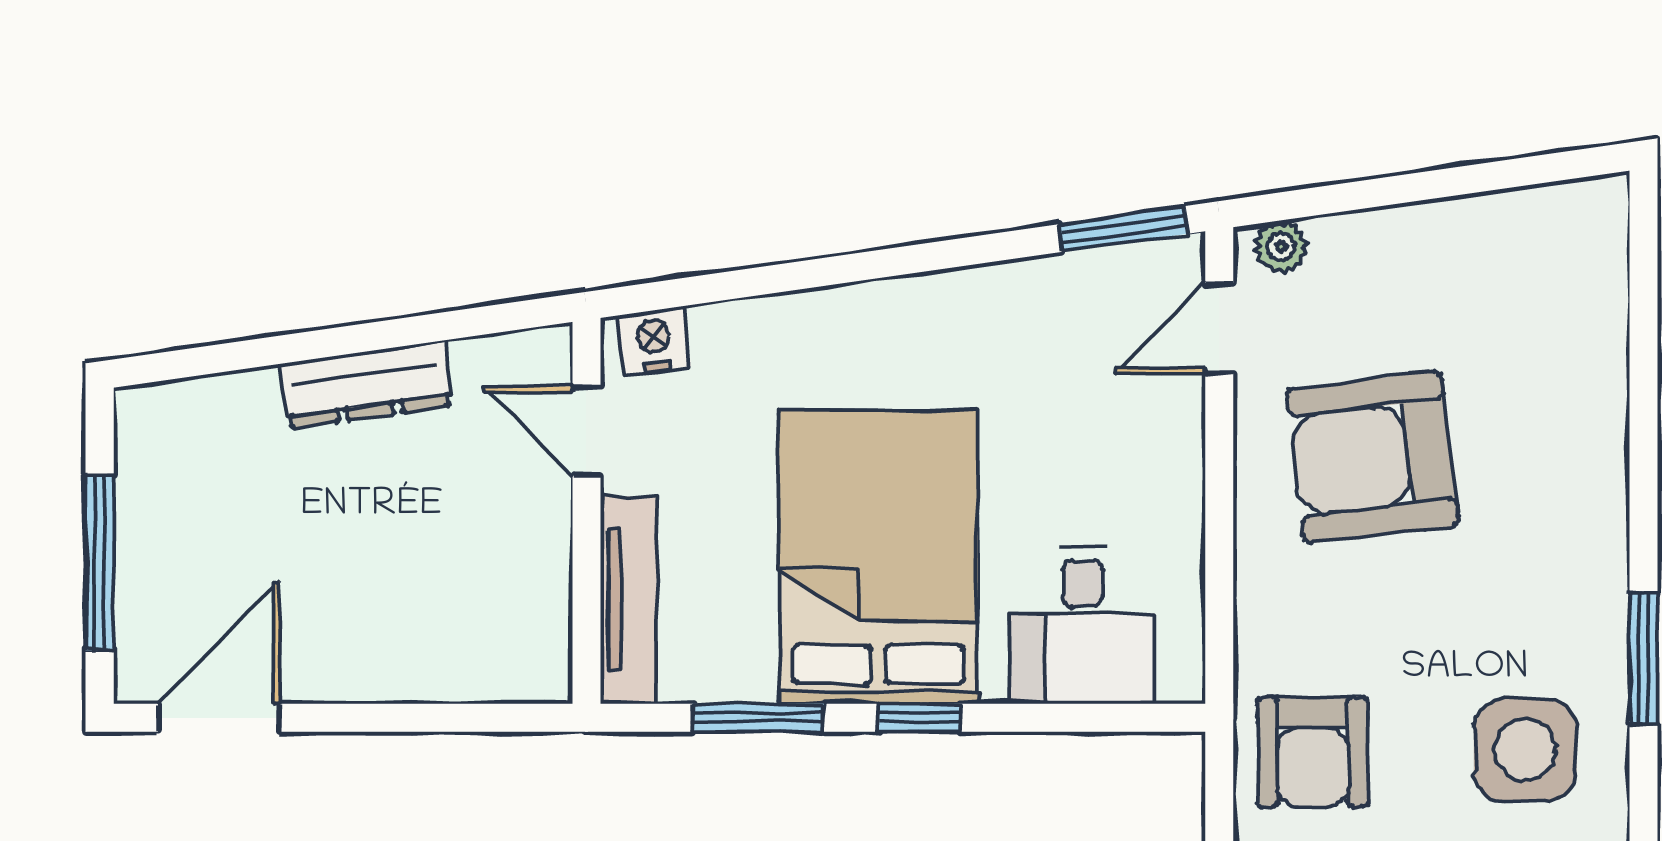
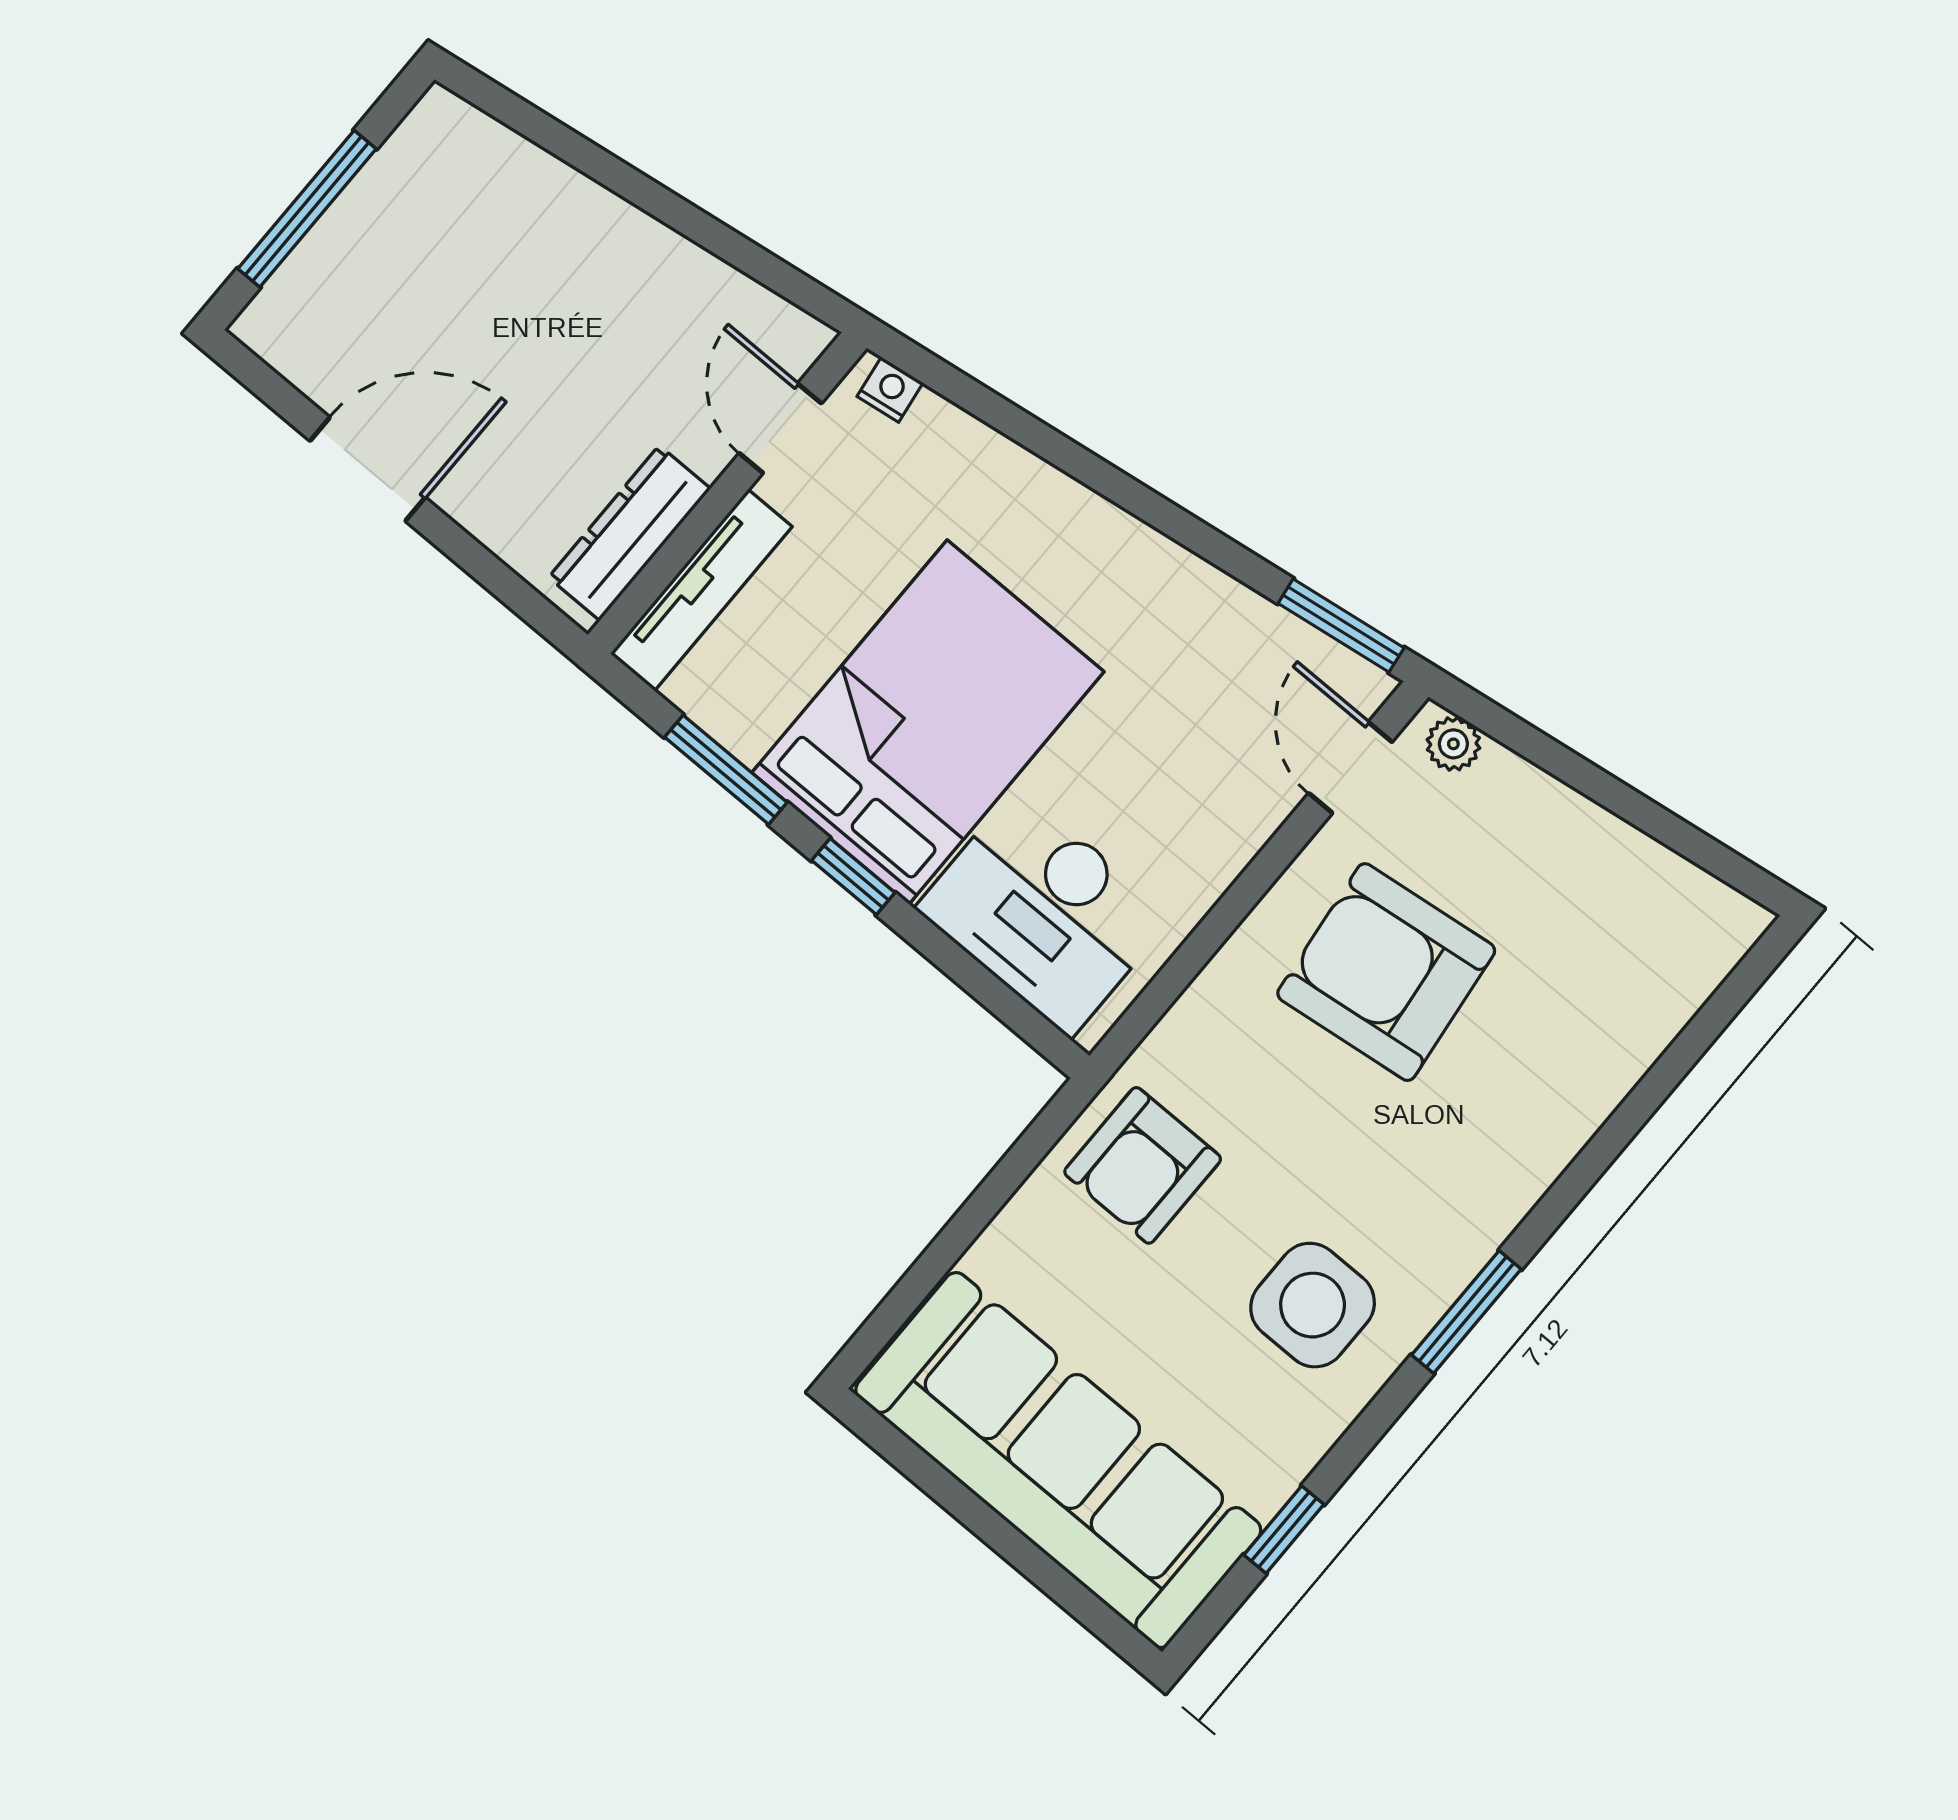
door: (1219, 328) -> (1350, 768), hinge flipped
nightstand: (654, 341) -> (890, 390), width x0.72, depth x0.74
dresser: (366, 384) -> (630, 533), moved, turned 98
desk: (1082, 626) -> (1044, 912), width x1.37
door: (219, 718) -> (368, 469), moved

